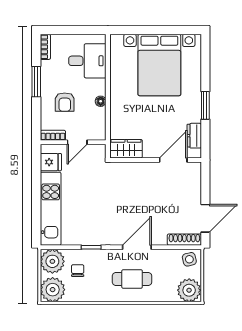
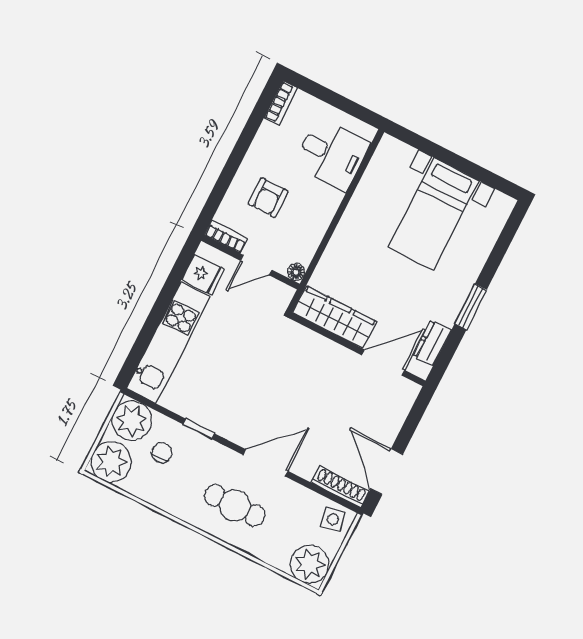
bed with nightstands: (159, 65) -> (434, 214), width x0.73
window: (36, 82) -> (242, 146), removed
floor lamp: (101, 101) -> (296, 272), moved
wardrobe: (126, 149) -> (335, 317), width x1.50
door: (205, 218) -> (387, 471), swing flipped

